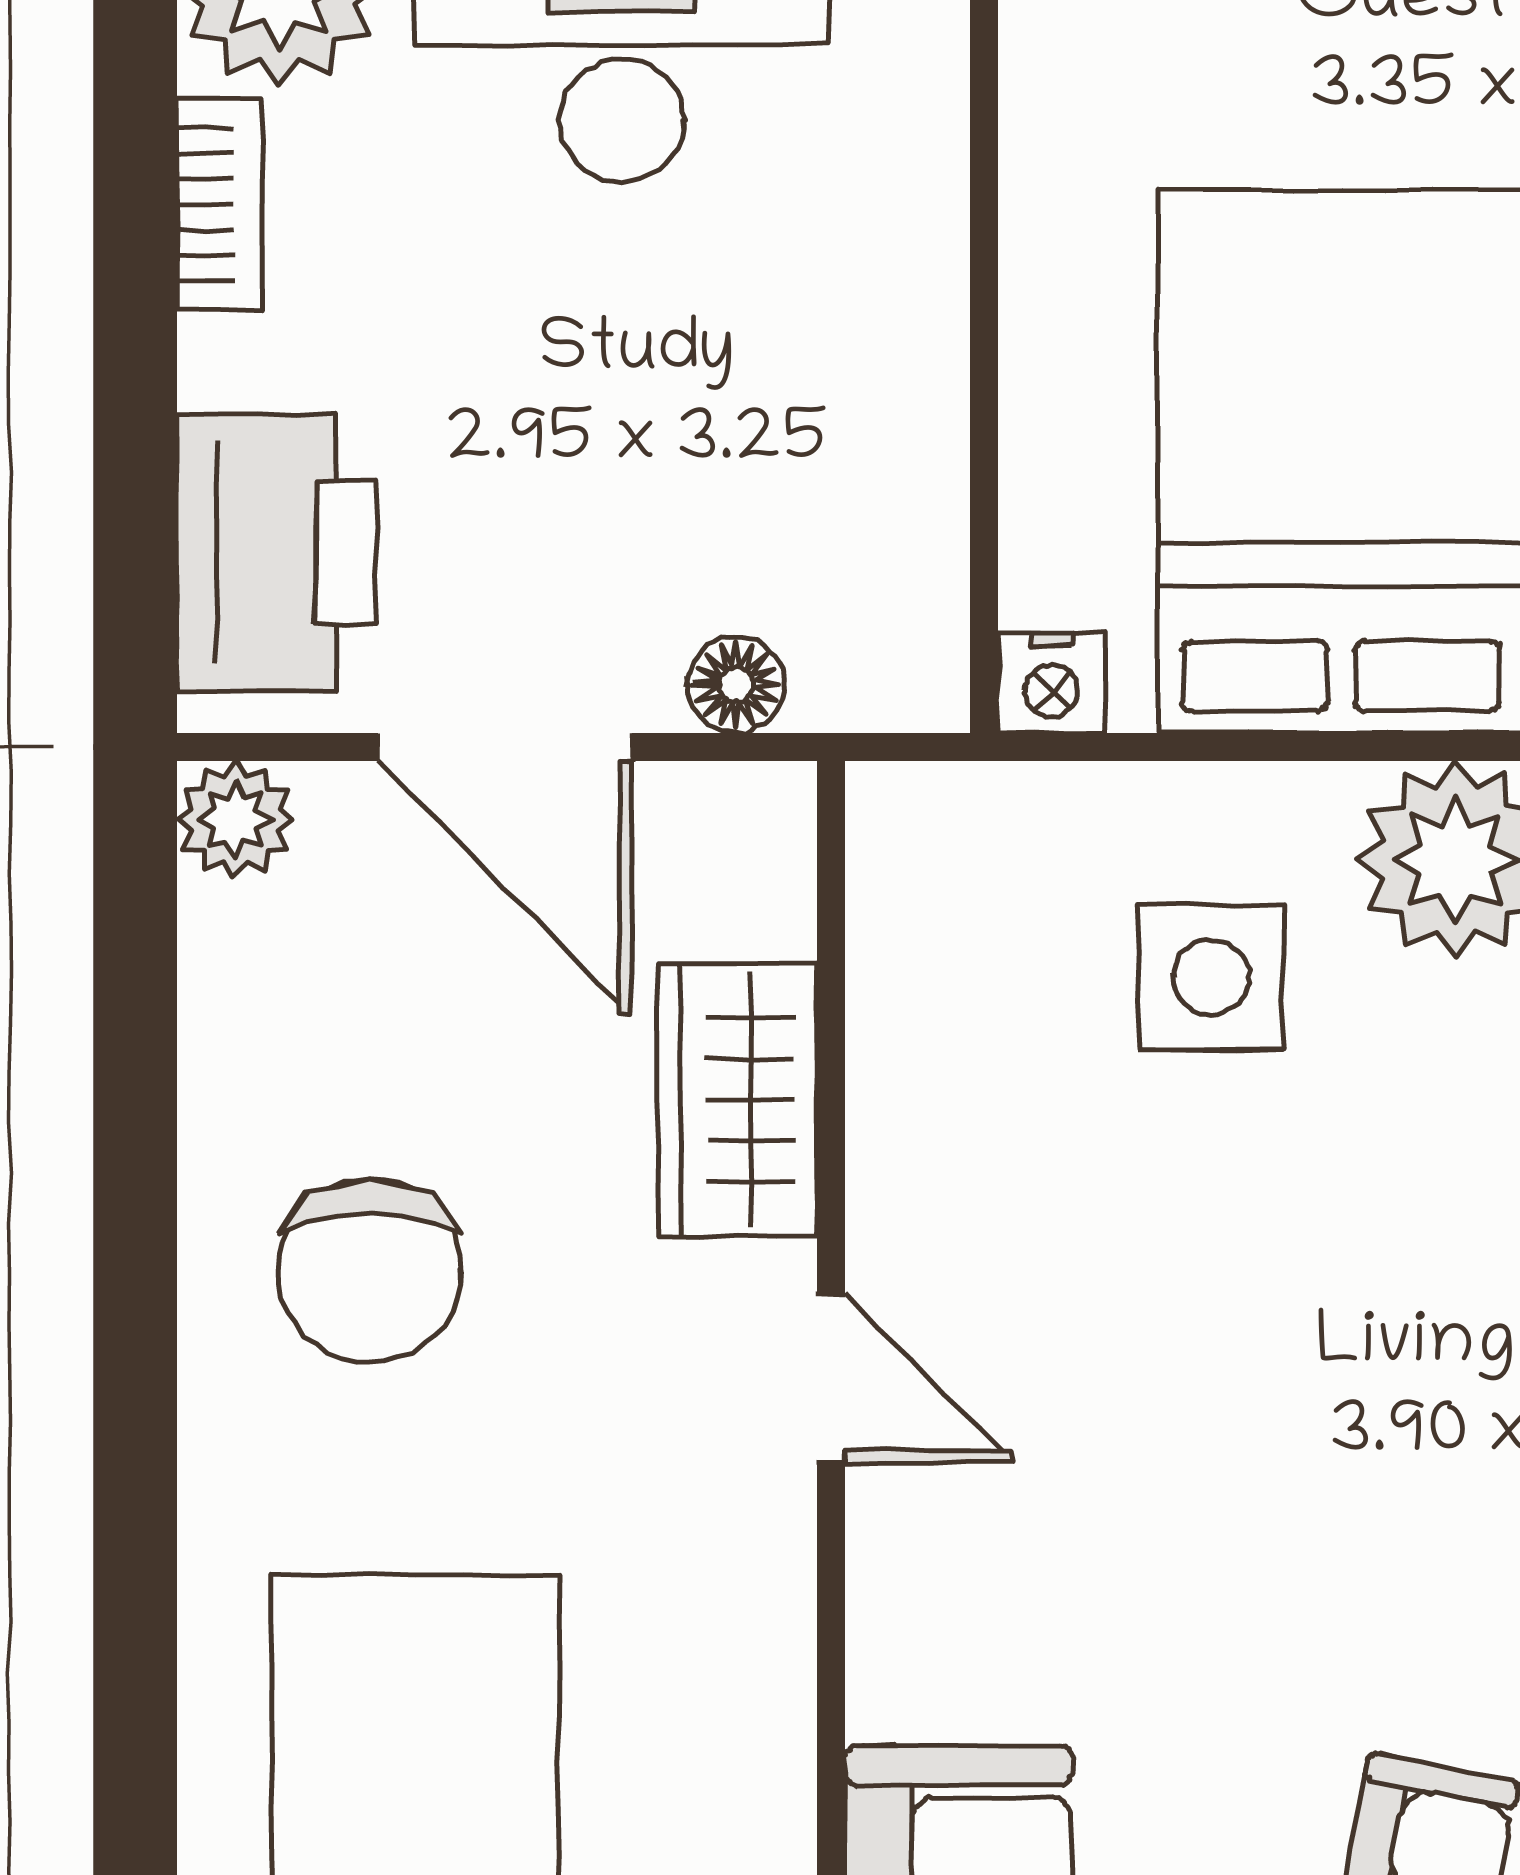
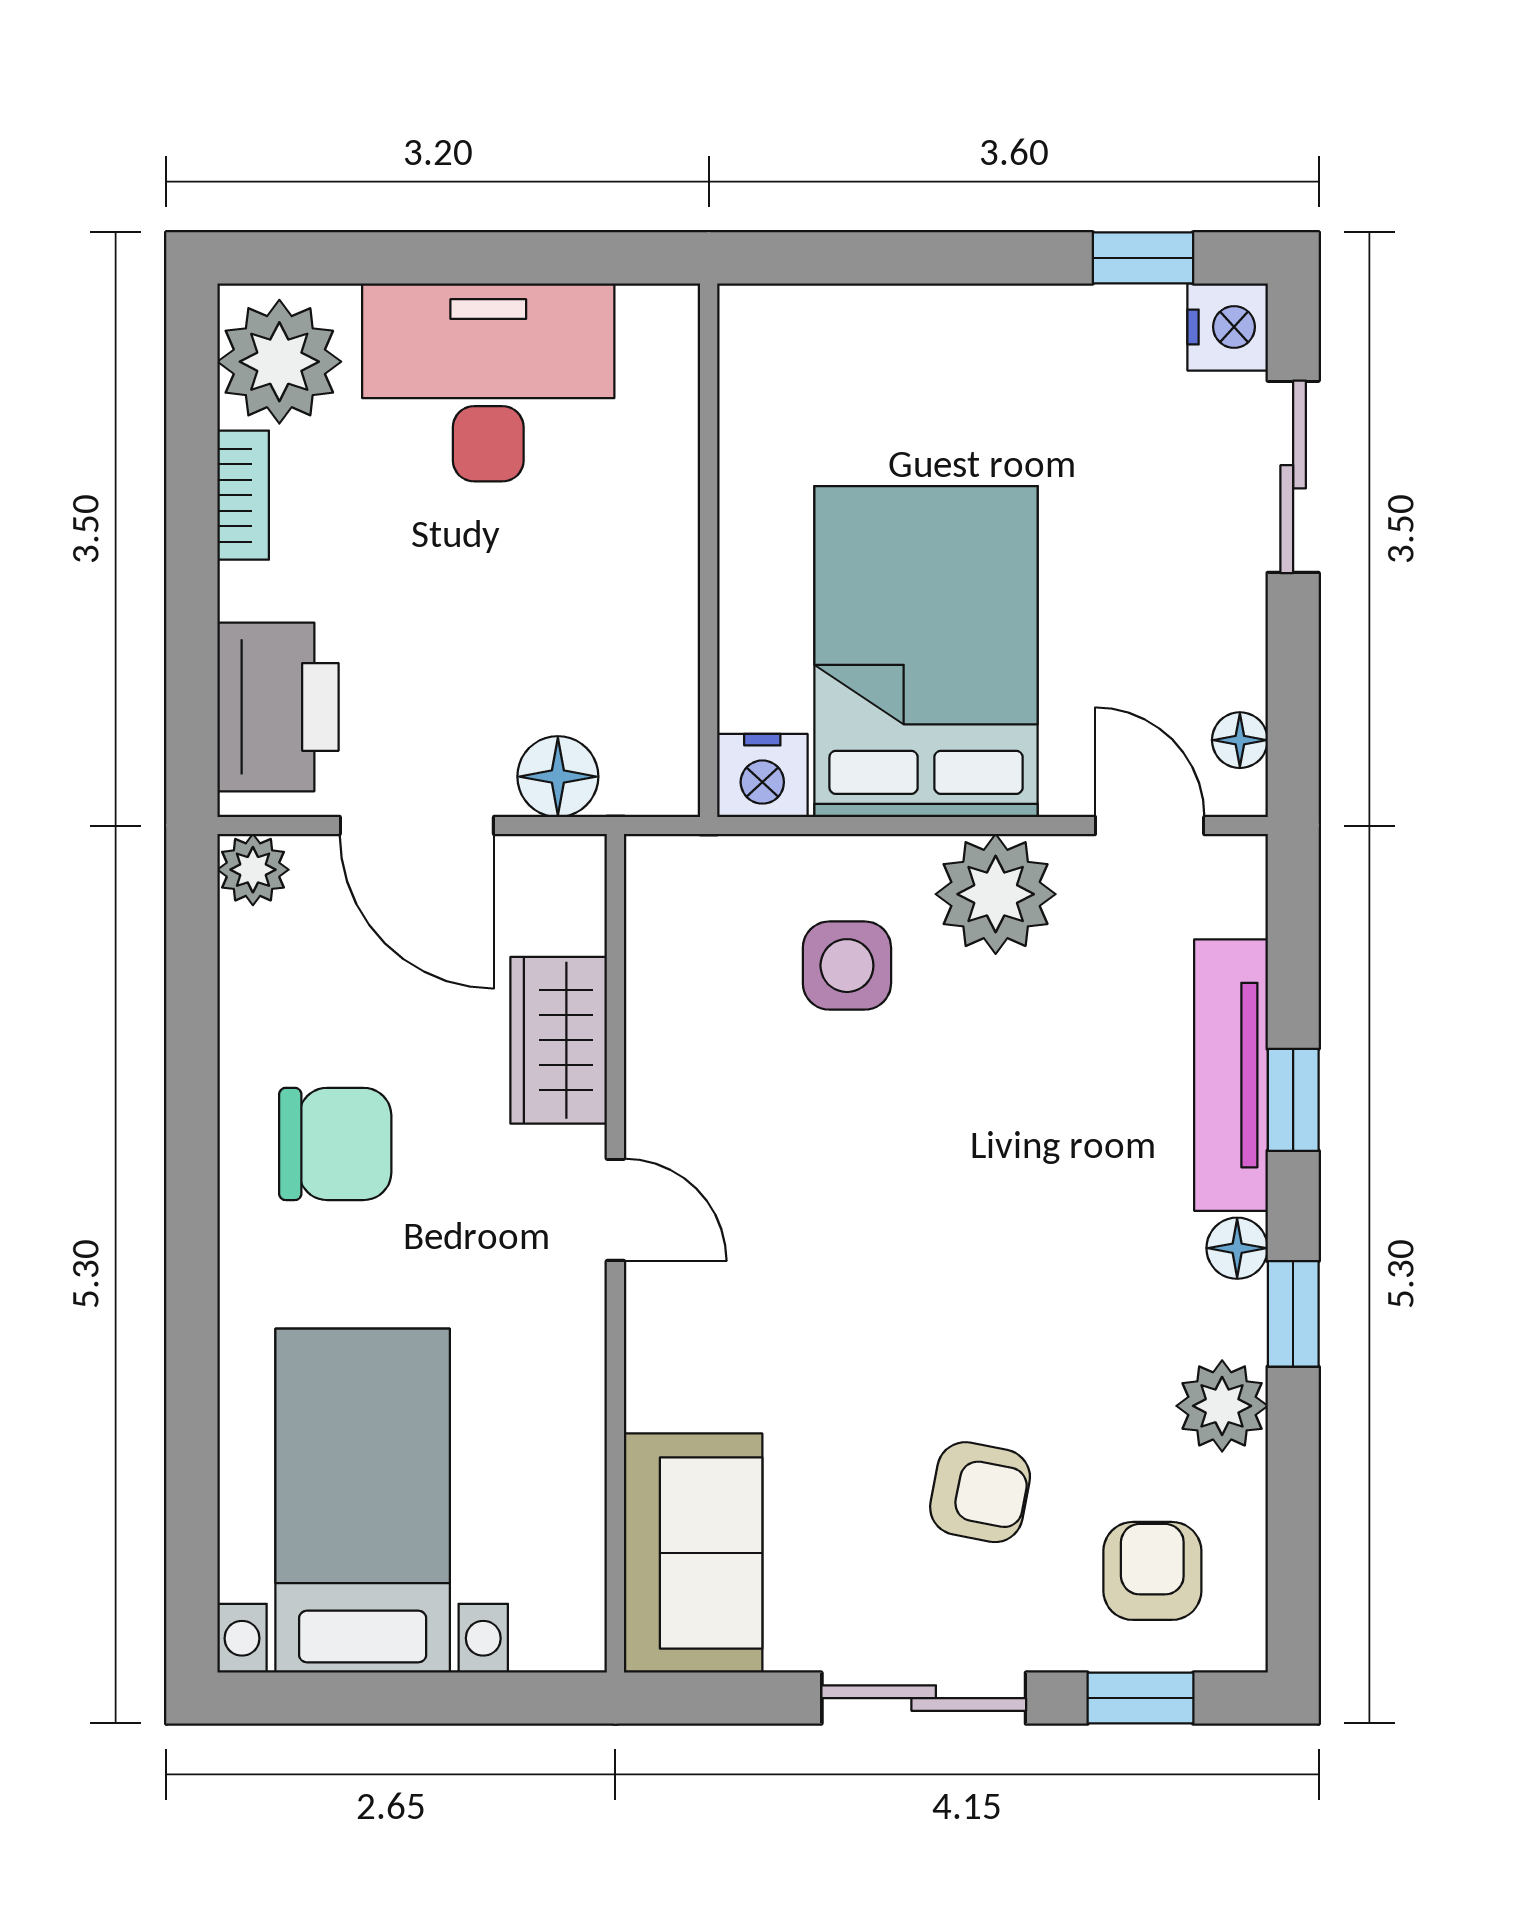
nightstand: (1051, 683) -> (762, 775), width x1.39, depth x1.35
floor lamp: (736, 685) -> (558, 777), width x1.37, depth x1.37
chair: (370, 1270) -> (335, 1144), turned -90

